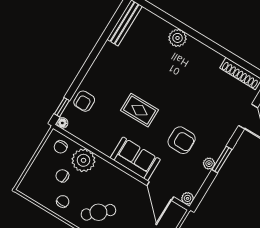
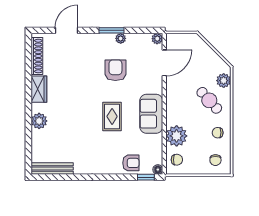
wardrobe: (208, 56) -> (39, 89), added
sofa: (135, 159) -> (151, 114), moved
chair: (62, 176) -> (215, 160), moved

